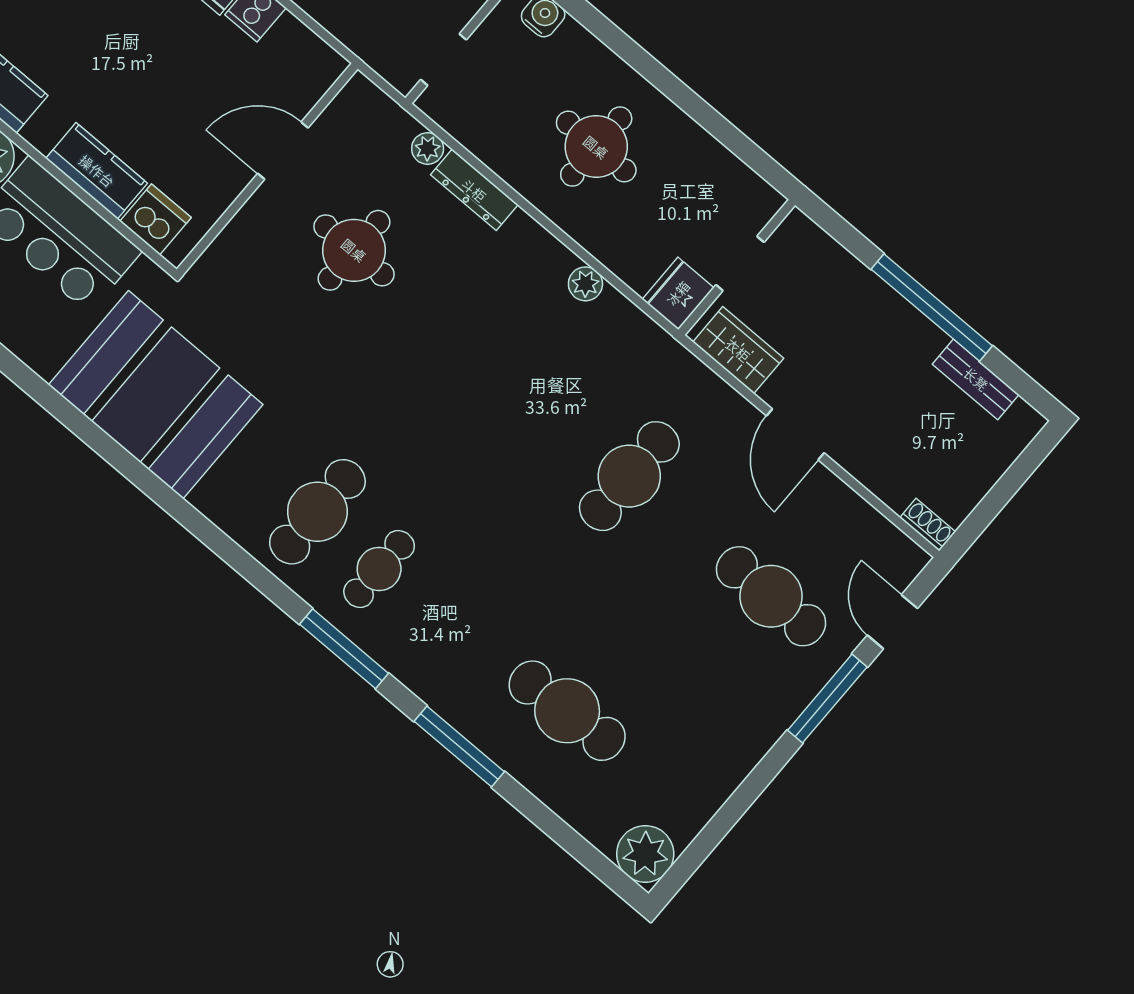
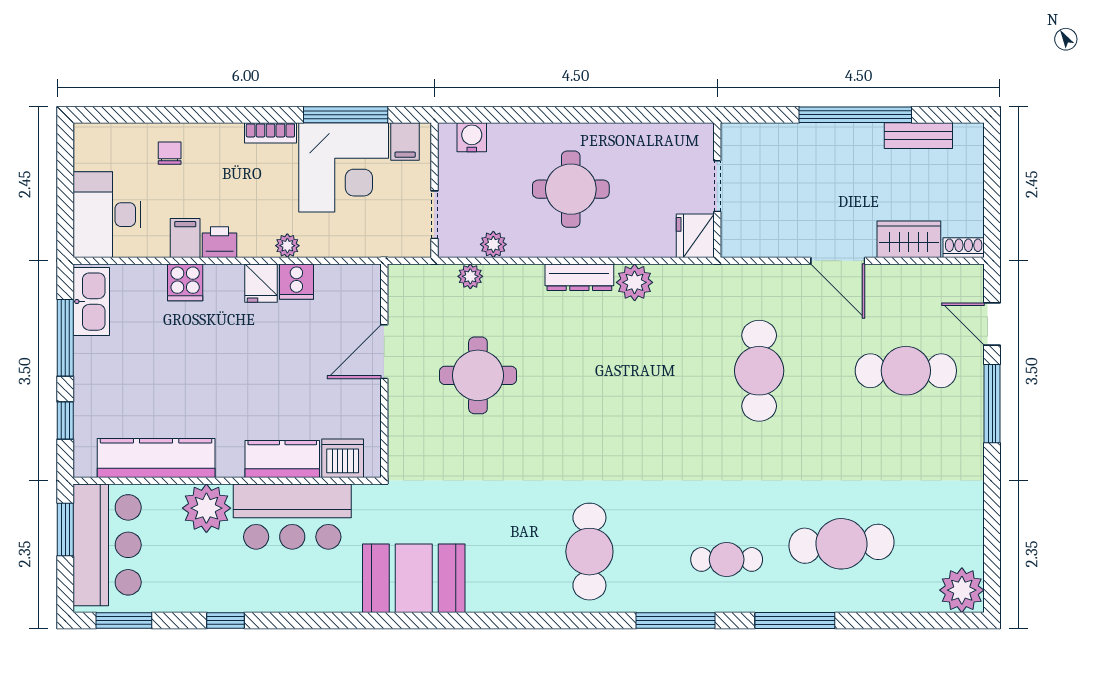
plant: (476, 136) -> (493, 244), added
dresser: (474, 190) -> (579, 277), moved
plant: (585, 284) -> (635, 282), width x1.38, depth x1.38
wardrobe: (738, 350) -> (909, 239), moved
booth: (156, 395) -> (414, 578), width x0.73, depth x0.70
cafe table: (379, 569) -> (727, 559), moved, turned 90

